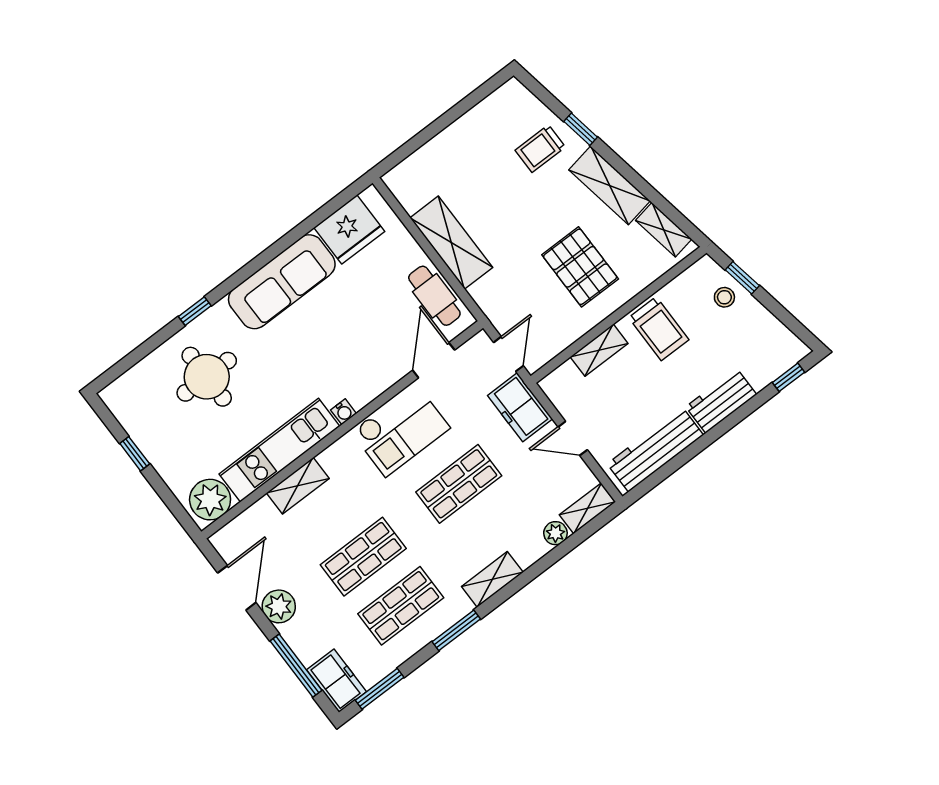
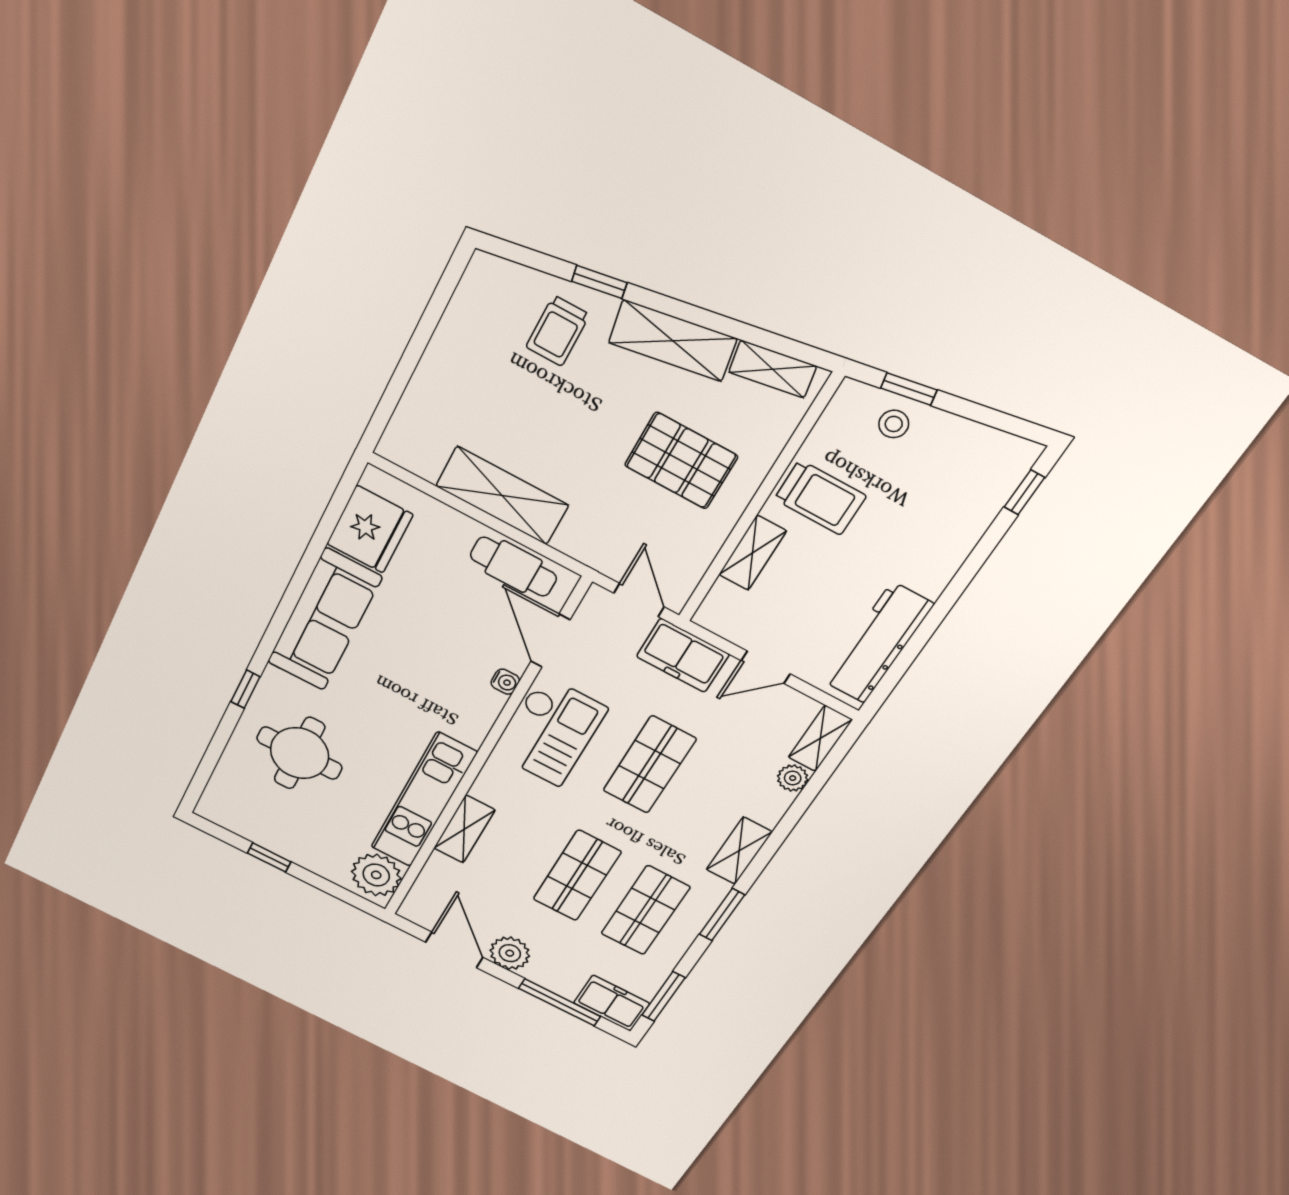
workbench: (721, 401) -> (942, 555), removed
water cooler: (344, 412) -> (505, 682), moved

